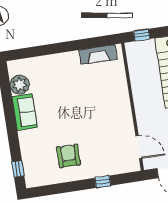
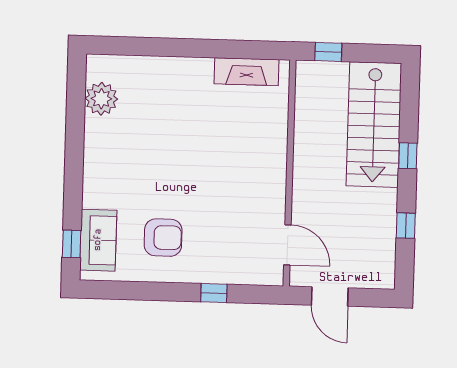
sofa: (24, 112) -> (98, 240), moved
armchair: (69, 156) -> (163, 238), turned 90

